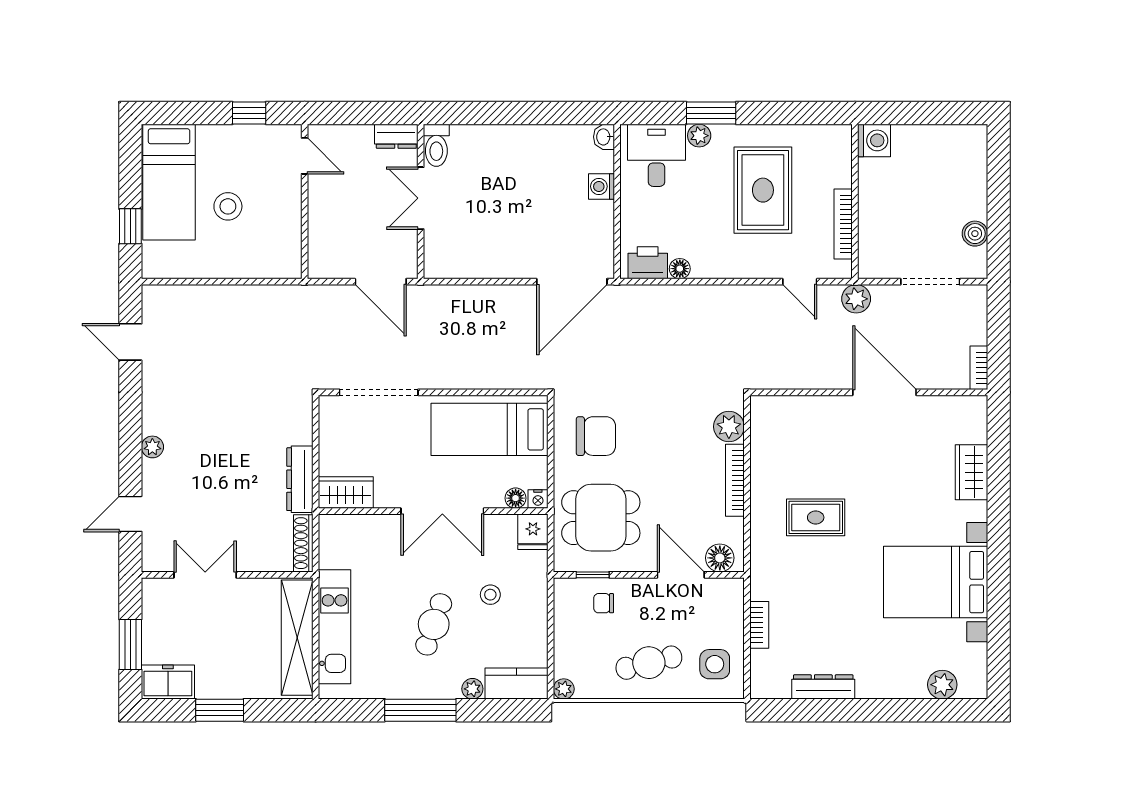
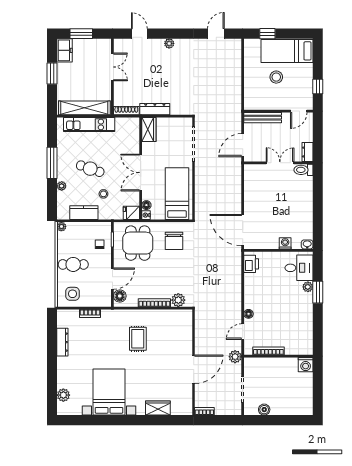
rug: (763, 190) -> (284, 315), removed
bench: (319, 237) -> (263, 118), added
floor lamp: (680, 269) -> (249, 314), moved
cafe table: (649, 663) -> (73, 264), turned -76
kitchen counter: (516, 684) -> (84, 213), moved, turned -90

